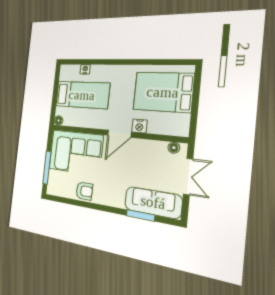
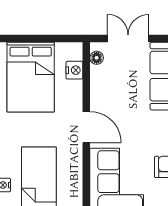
nightstand: (139, 126) -> (74, 70), moved

